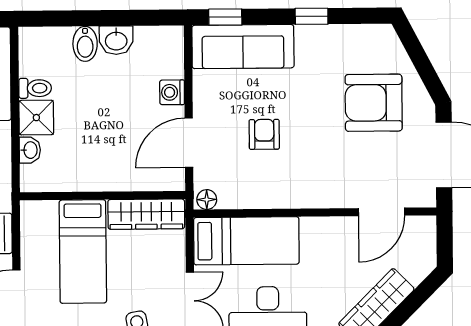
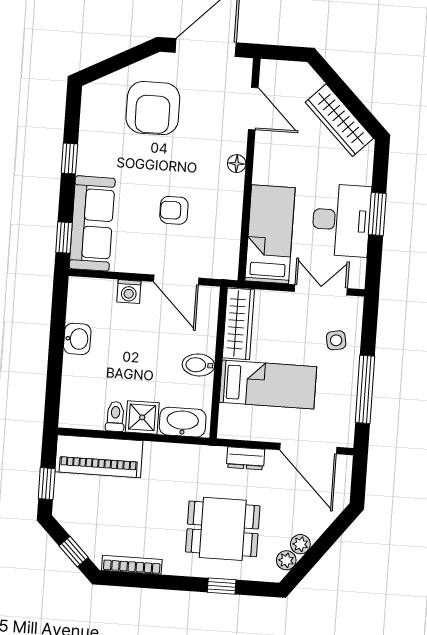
bidet: (85, 44) -> (198, 365), moved, turned 180
washbasin: (30, 150) -> (183, 422), width x1.91, depth x1.45
floor lamp: (207, 200) -> (237, 164), moved

